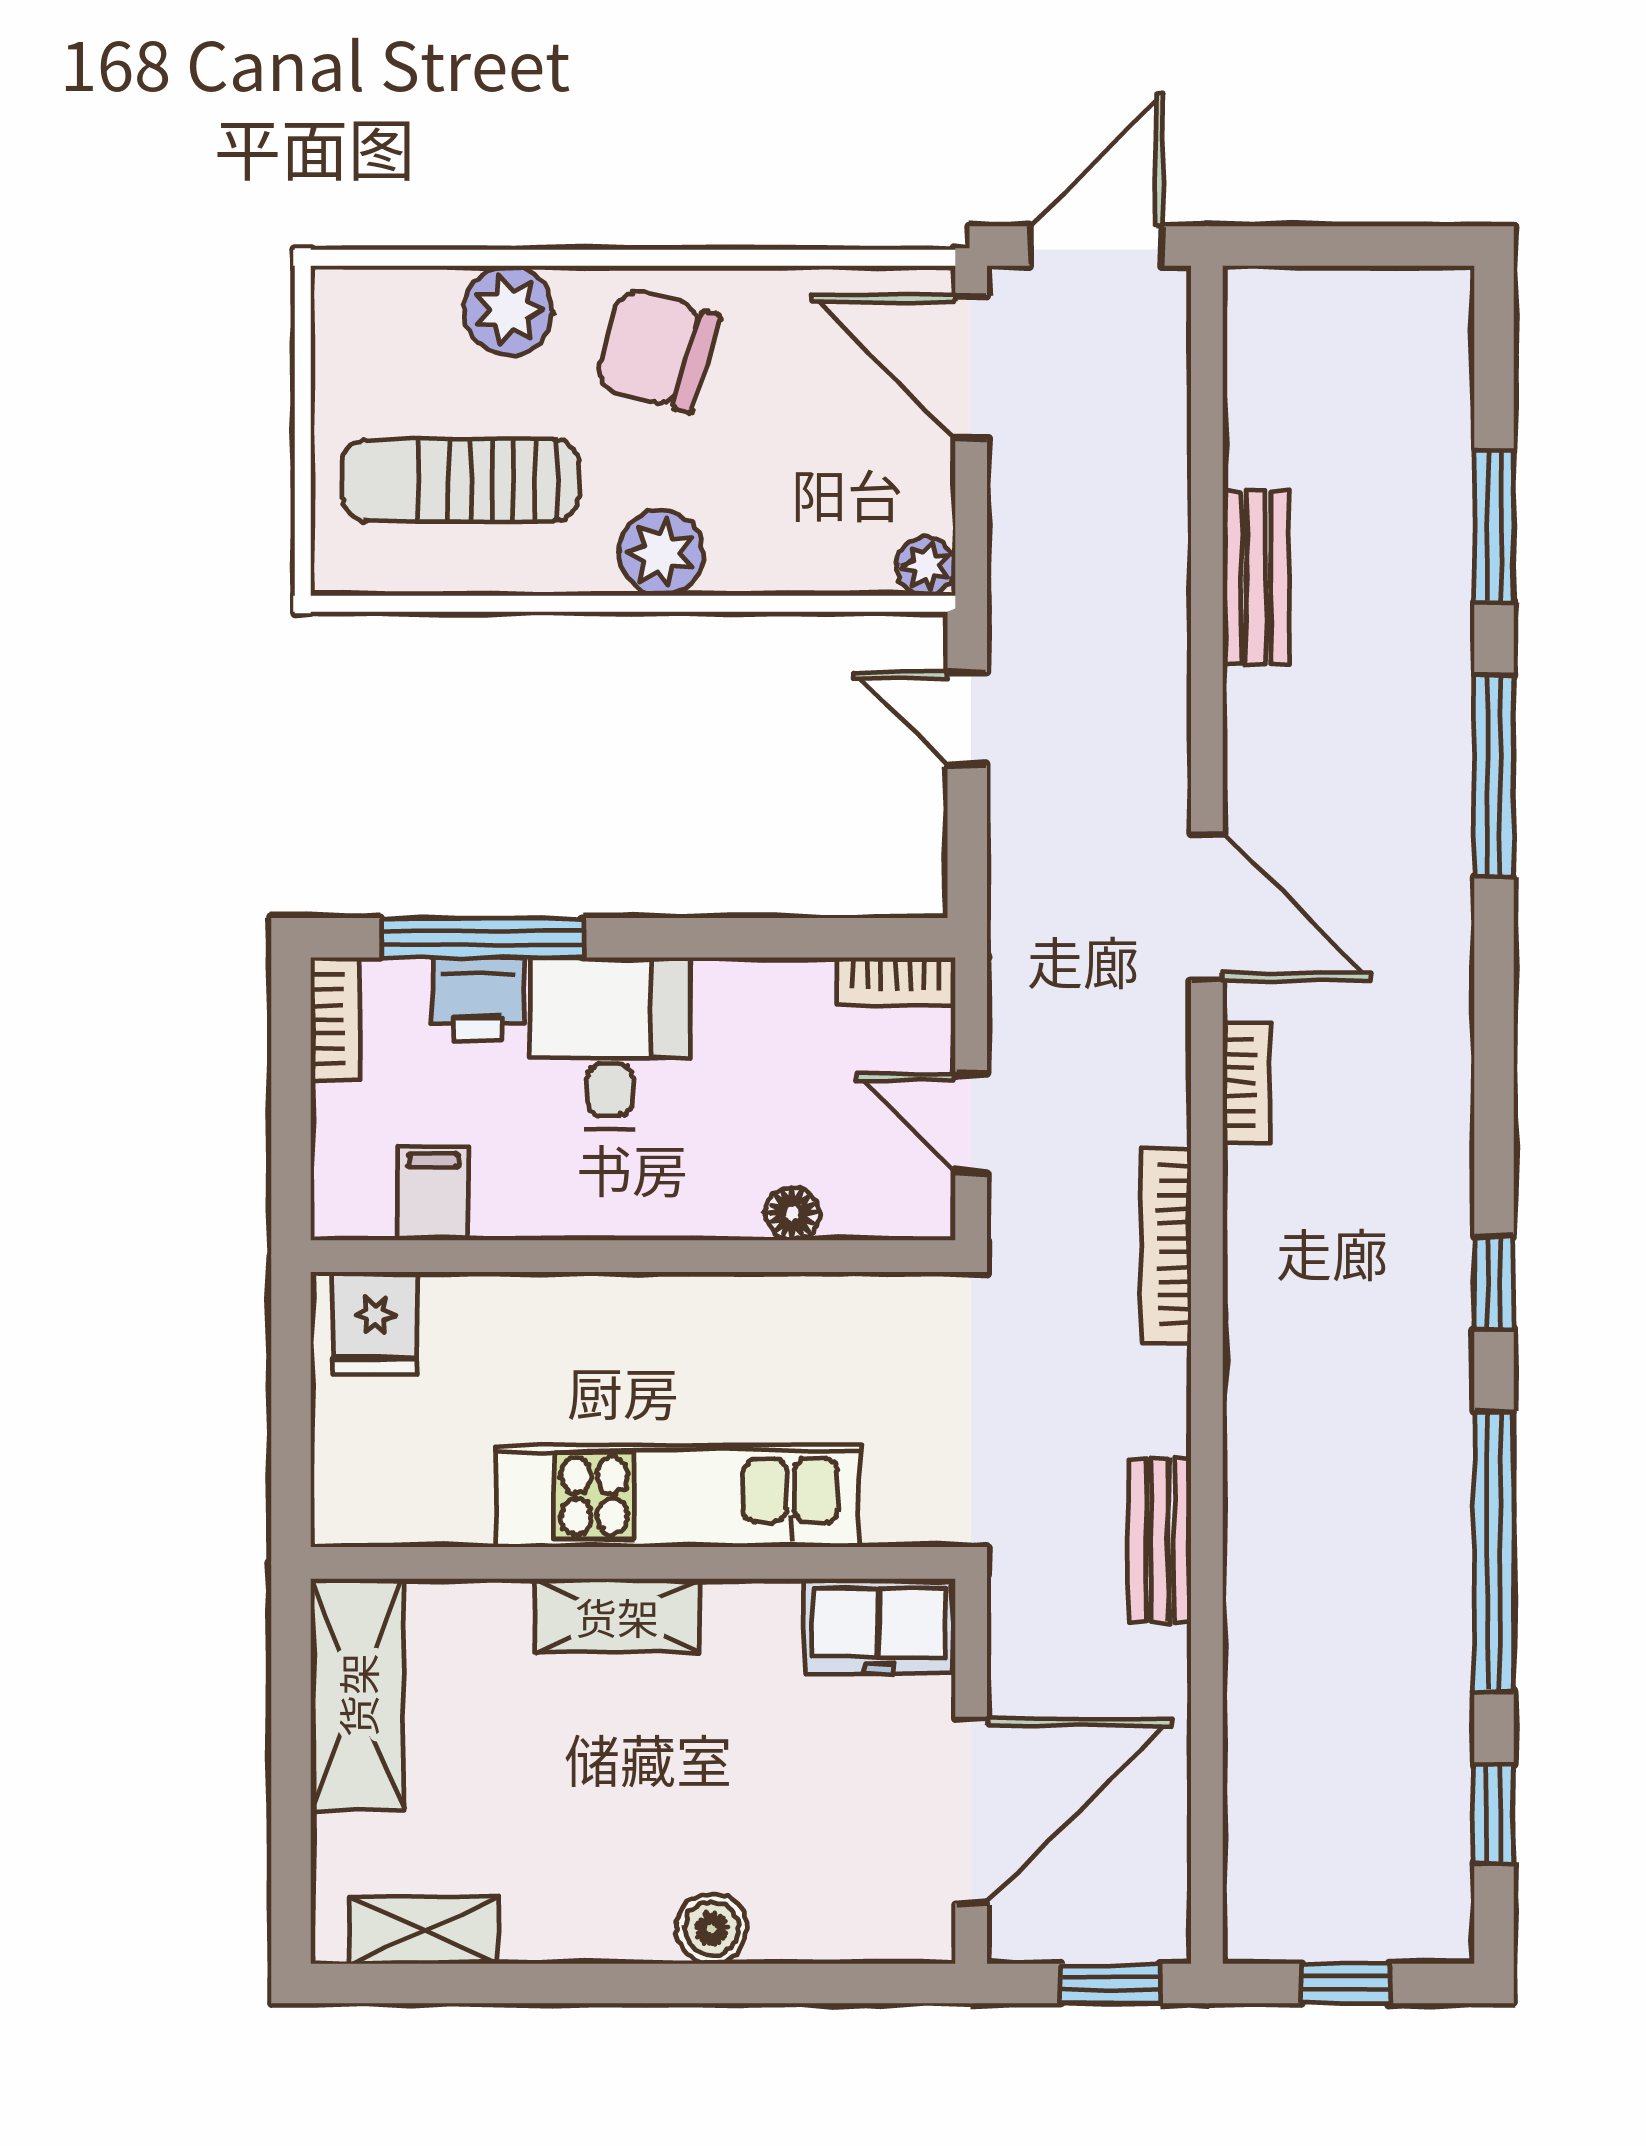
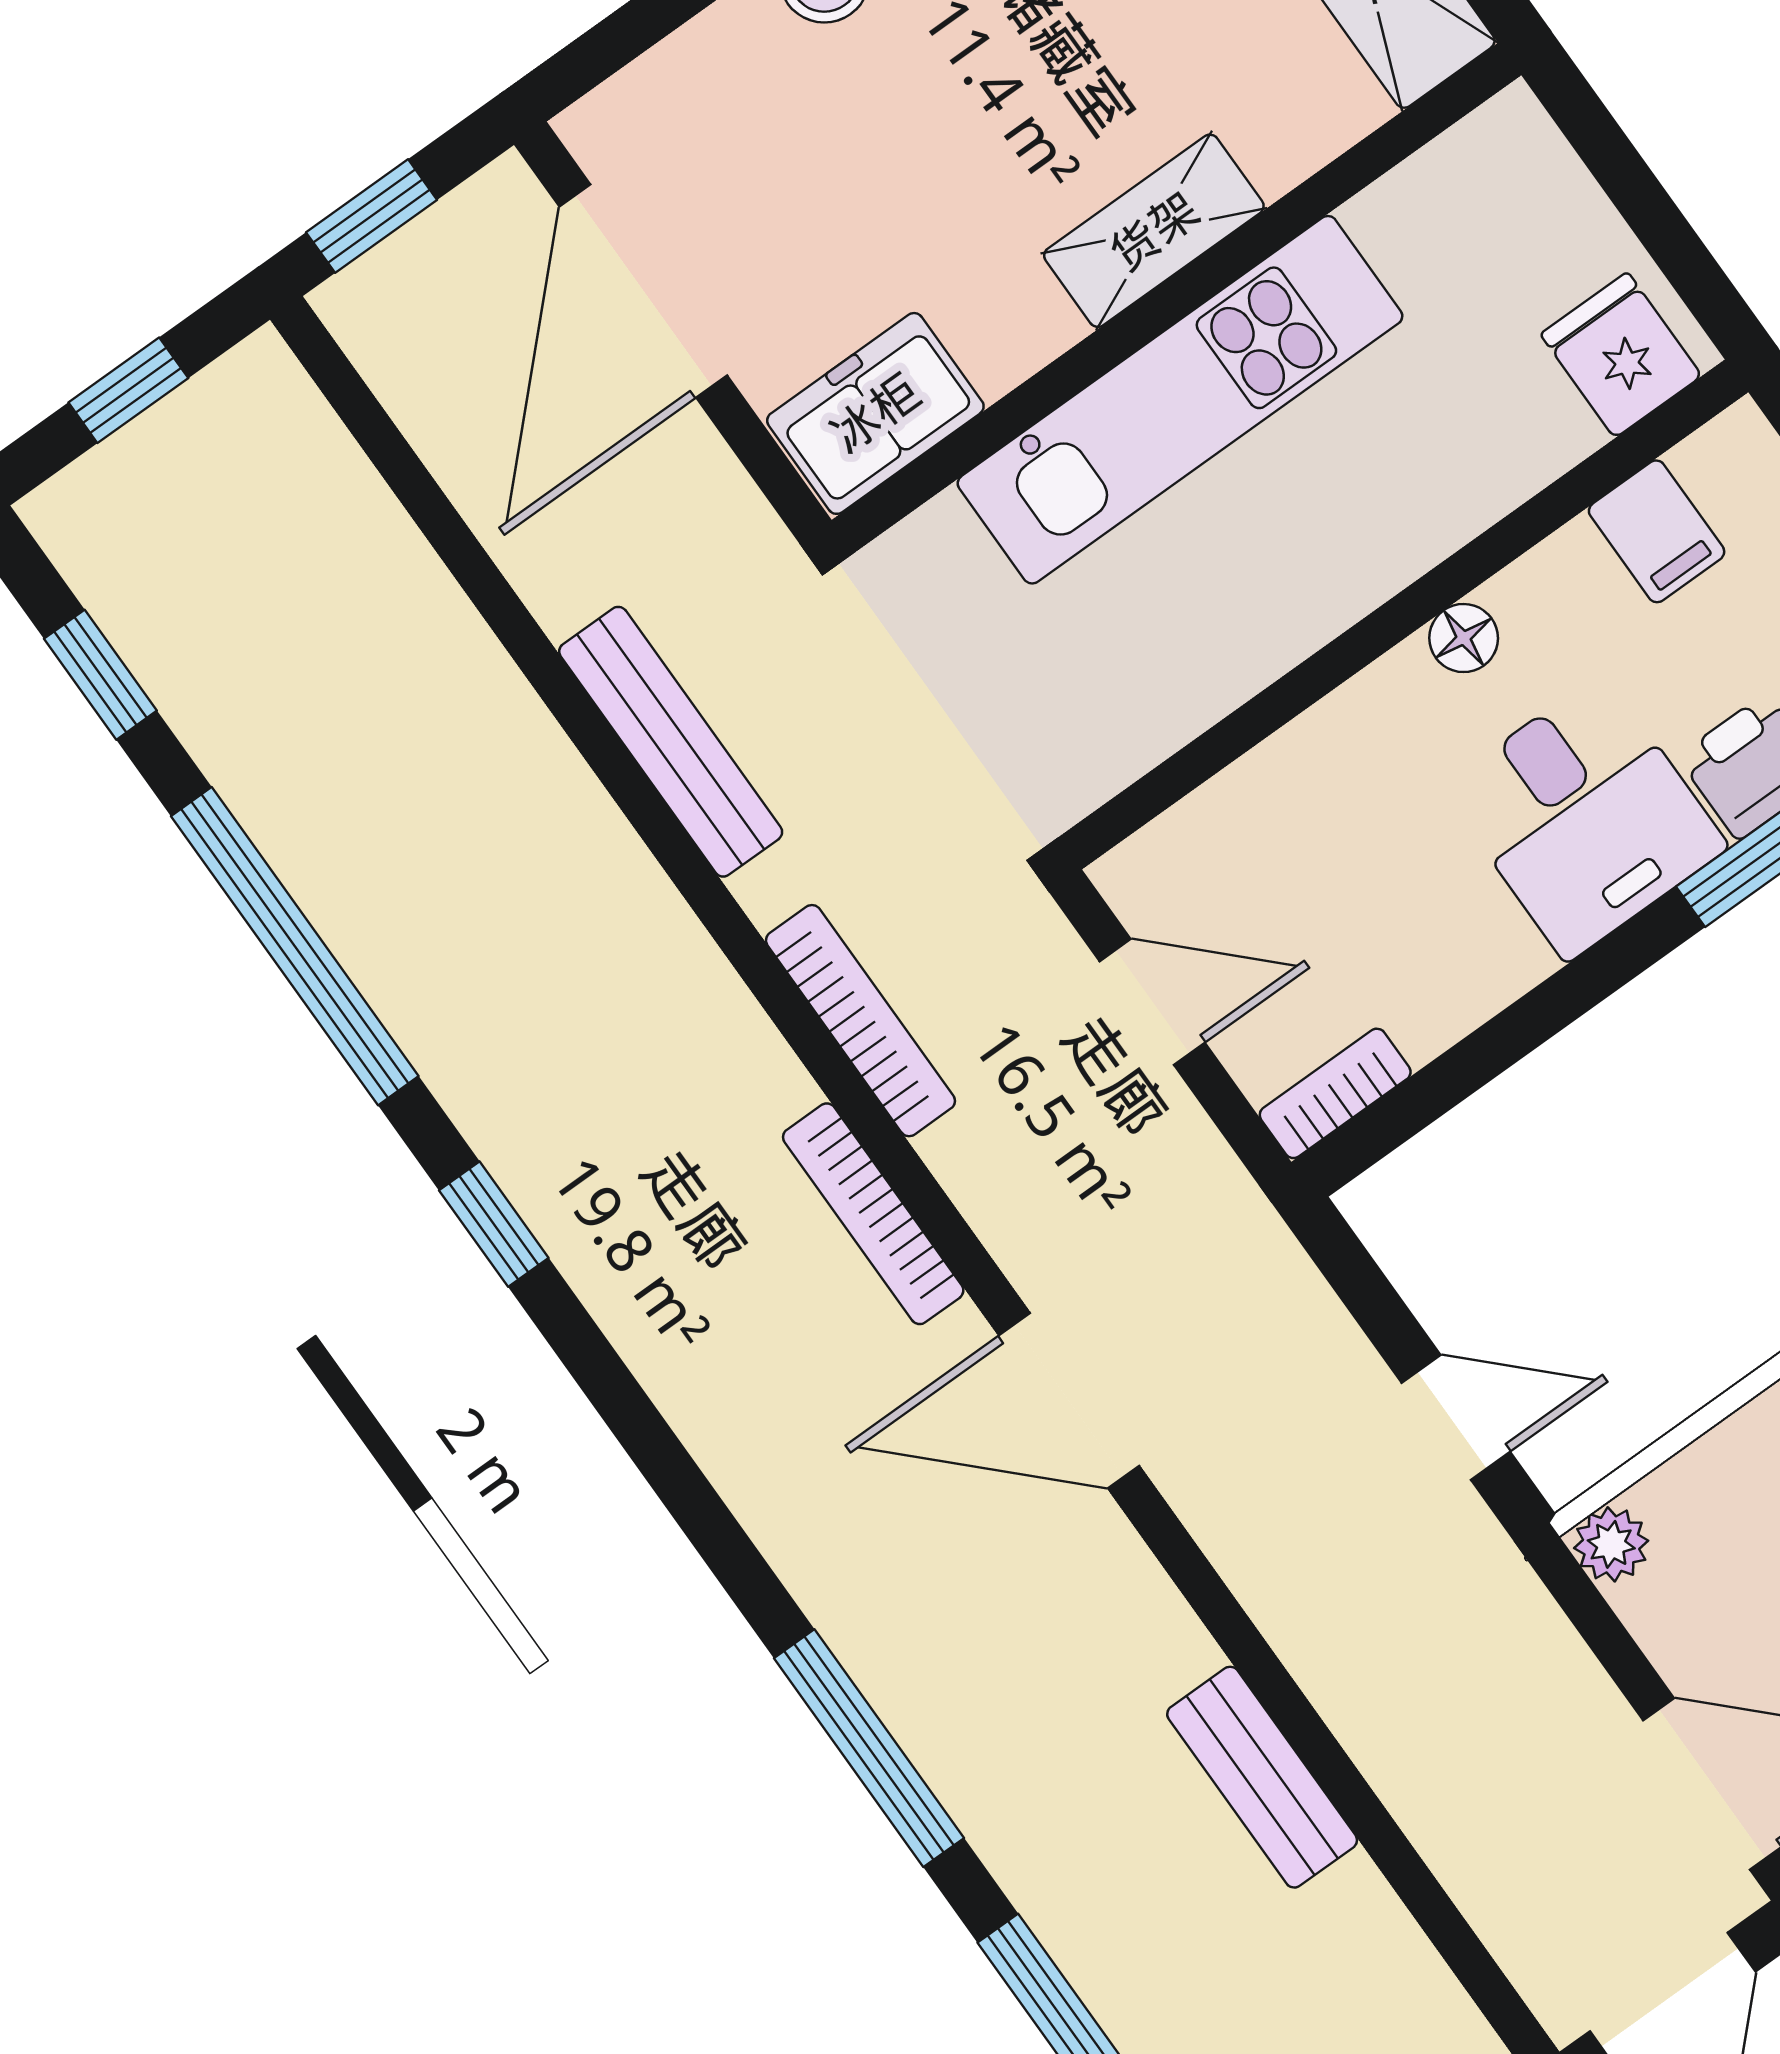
bookcase: (1247, 1082) -> (873, 1214), width x1.56
floor lamp: (792, 1214) -> (1464, 638), moved
bench: (1160, 1540) -> (671, 742), width x1.36

